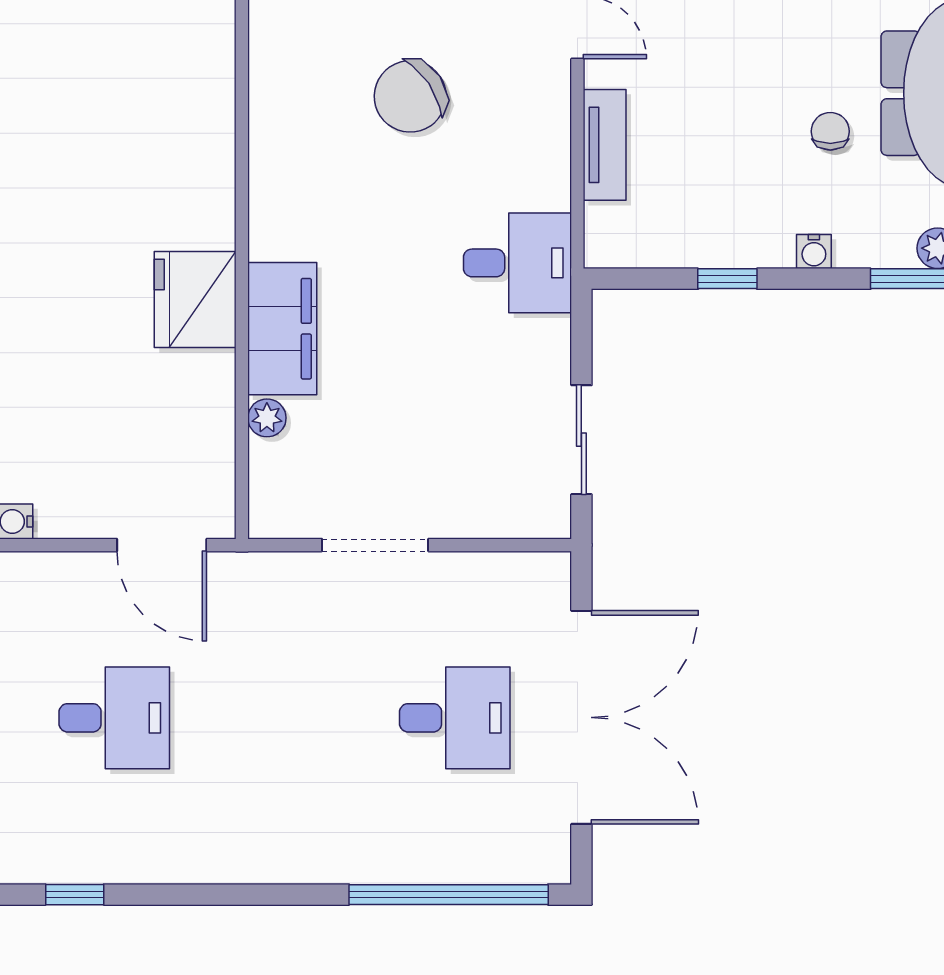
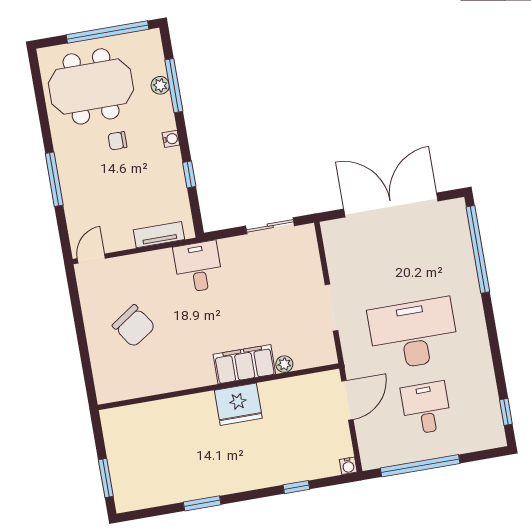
tv unit: (605, 145) -> (159, 235), moved
desk: (455, 718) -> (413, 334), moved, width x1.87, depth x1.30

